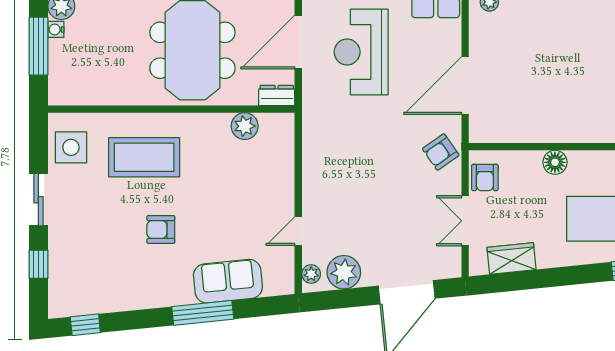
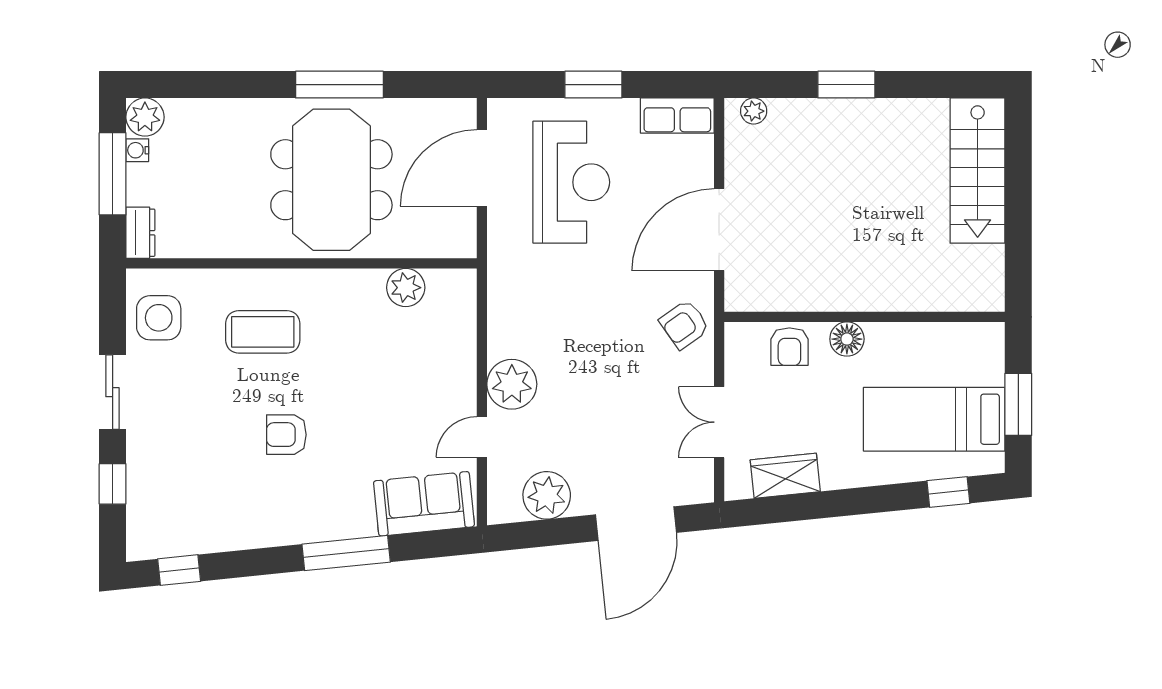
reception desk: (361, 52) -> (571, 182), turned 180
dresser: (277, 95) -> (140, 233), moved, turned 90
coffee table: (144, 157) -> (263, 332), width x0.73, depth x0.76
armchair: (485, 177) -> (789, 347), moved
plant: (311, 274) -> (512, 384), moved, width x1.88, depth x1.88
sofa: (228, 281) -> (424, 504), moved

